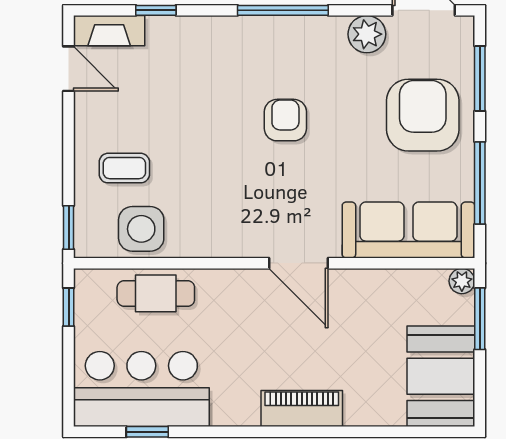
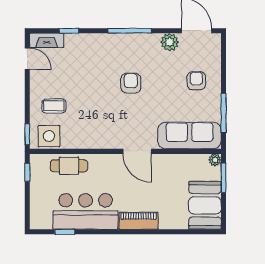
window: (480, 79) -> (224, 63), removed
armchair: (423, 115) -> (196, 81), width x0.53, depth x0.53
side table: (141, 229) -> (49, 136), moved
bar counter: (141, 389) -> (86, 211), moved

